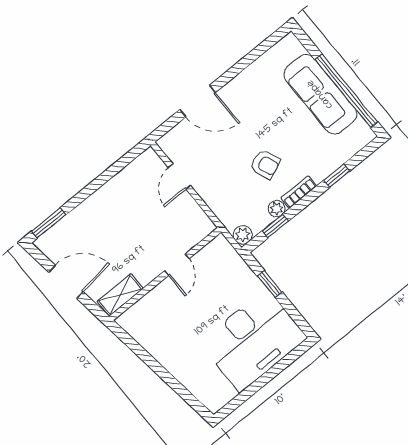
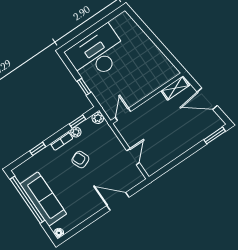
floor lamp: (290, 41) -> (59, 233), added
door: (177, 265) -> (123, 114), moved

